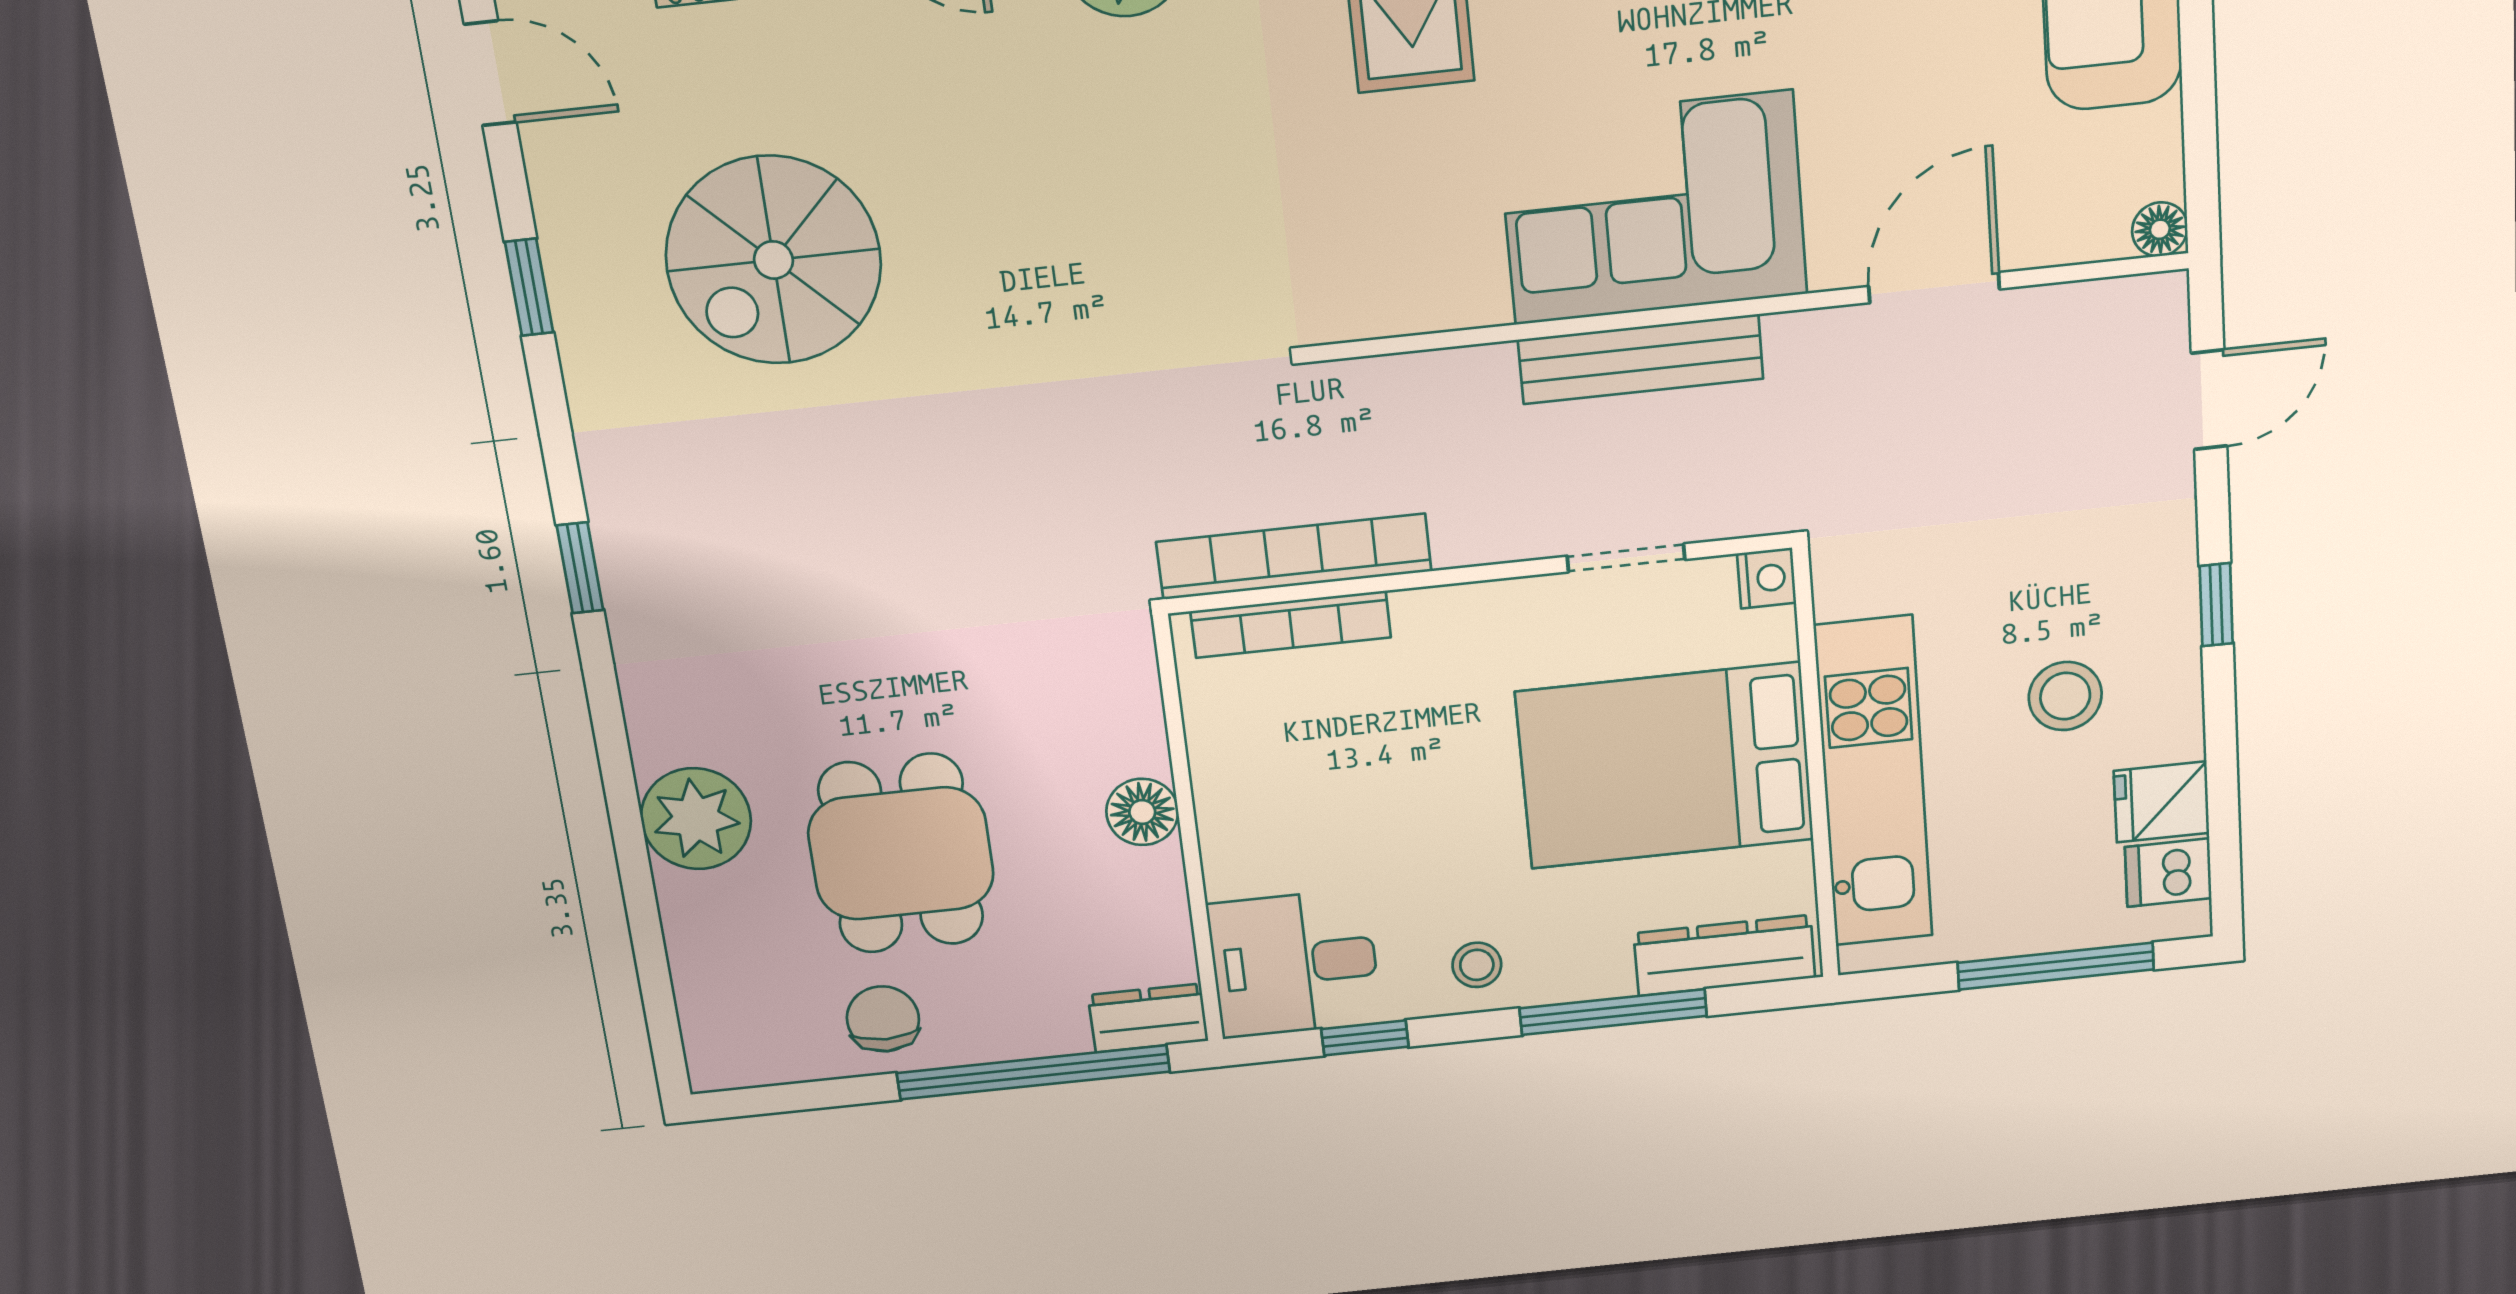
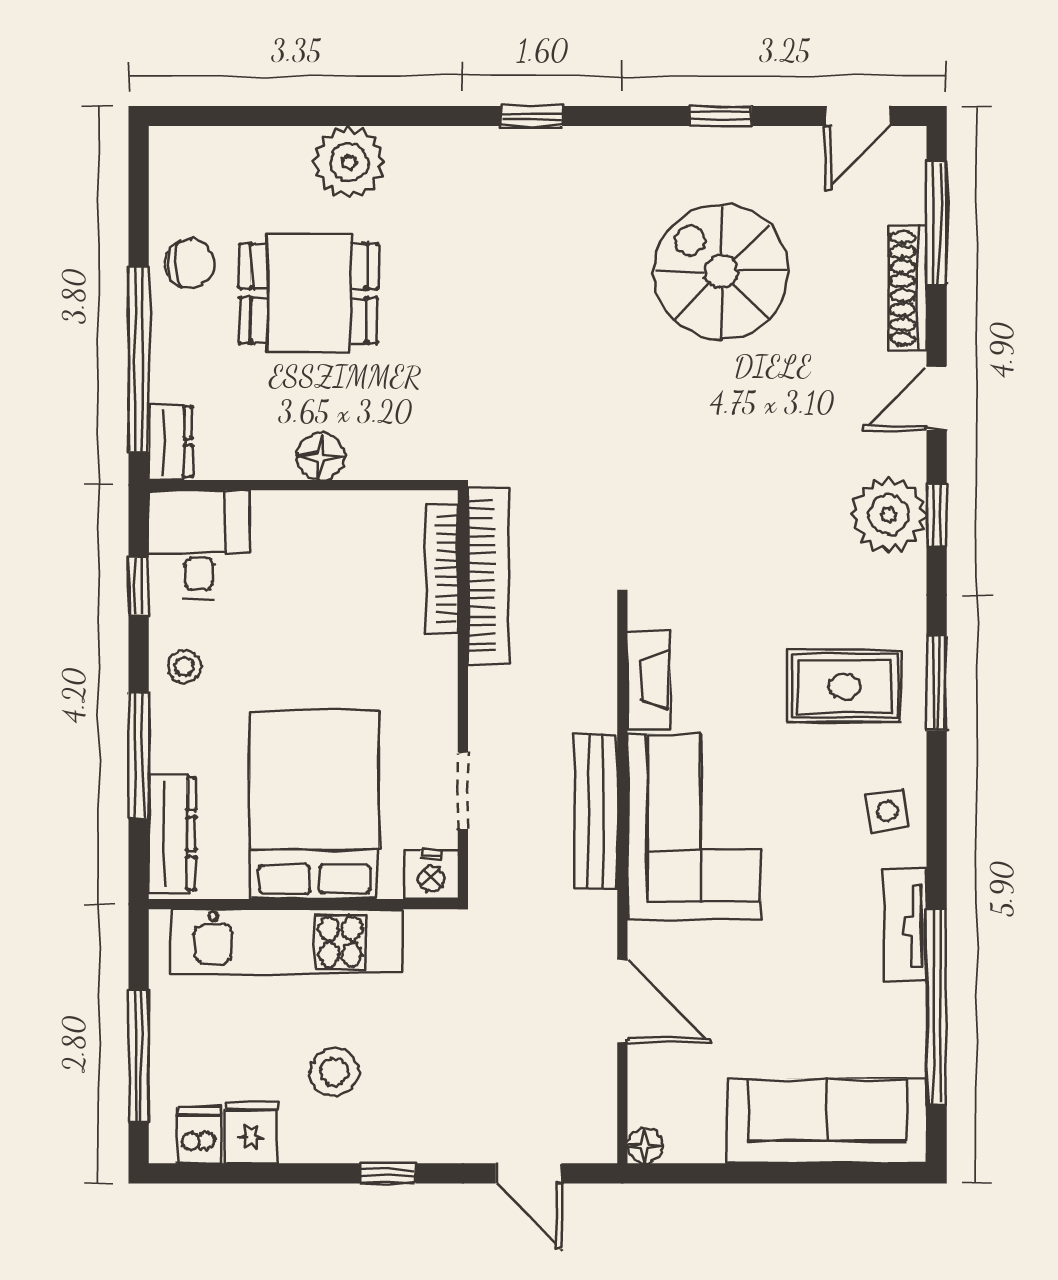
fireplace: (1429, 302) -> (649, 680), added
nightstand: (1767, 578) -> (431, 875), width x1.39, depth x1.35

